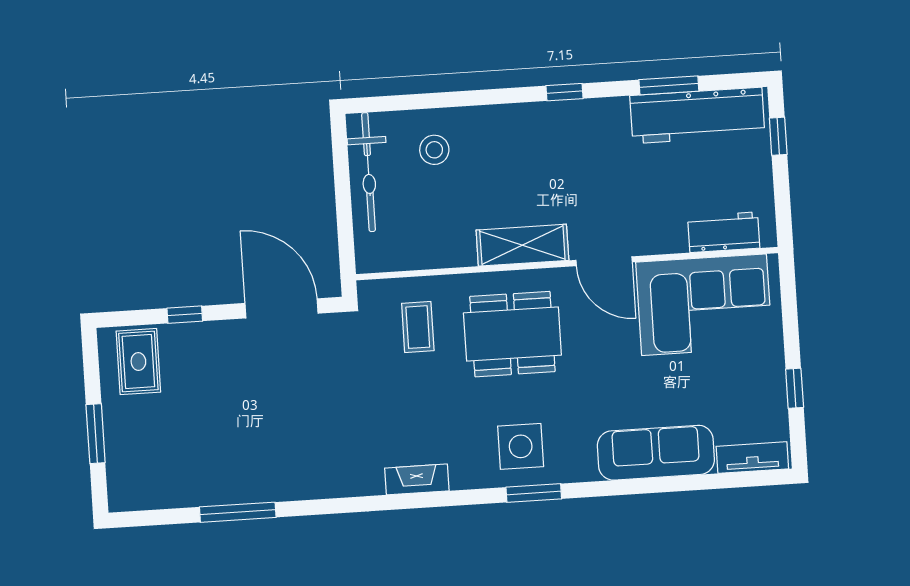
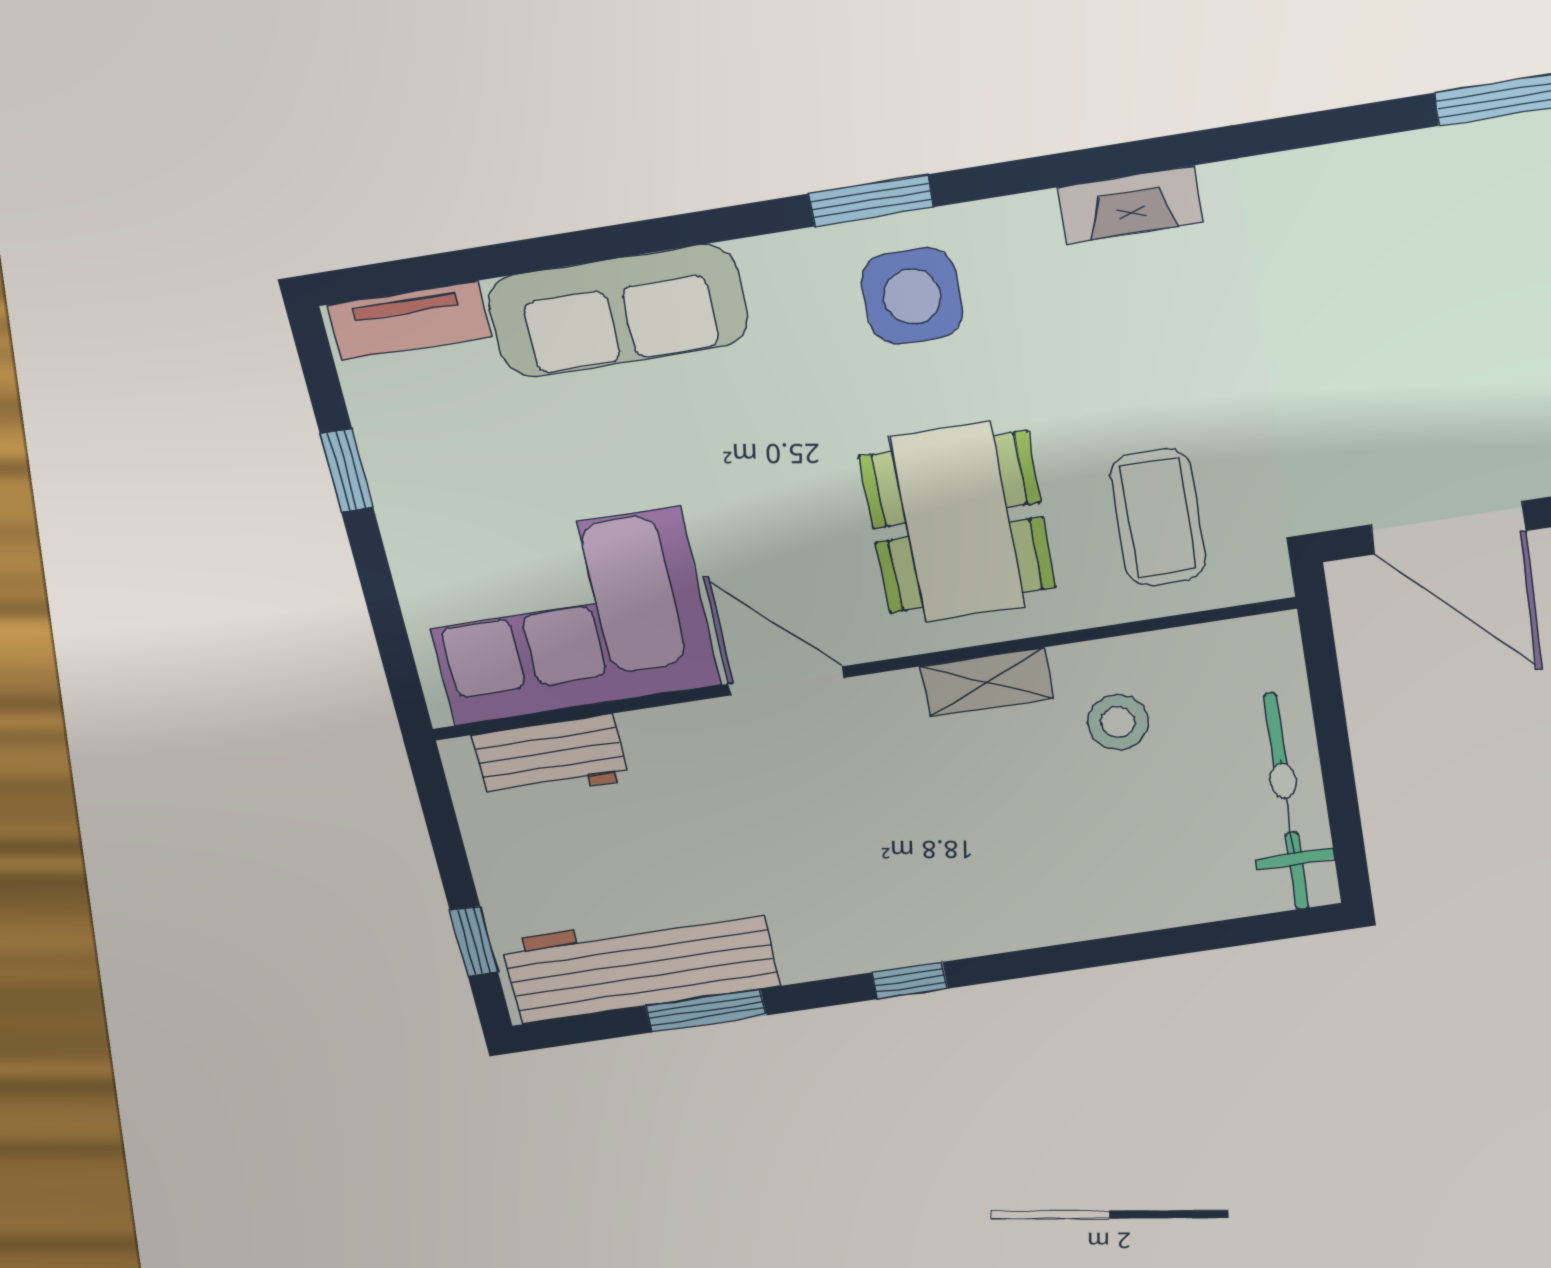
stool: (434, 150) -> (1118, 722), moved
shelving: (522, 245) -> (987, 682), width x0.67, depth x0.75
coffee table: (418, 327) -> (1158, 518), width x1.36, depth x1.30
dining table: (512, 334) -> (958, 523), turned 90

